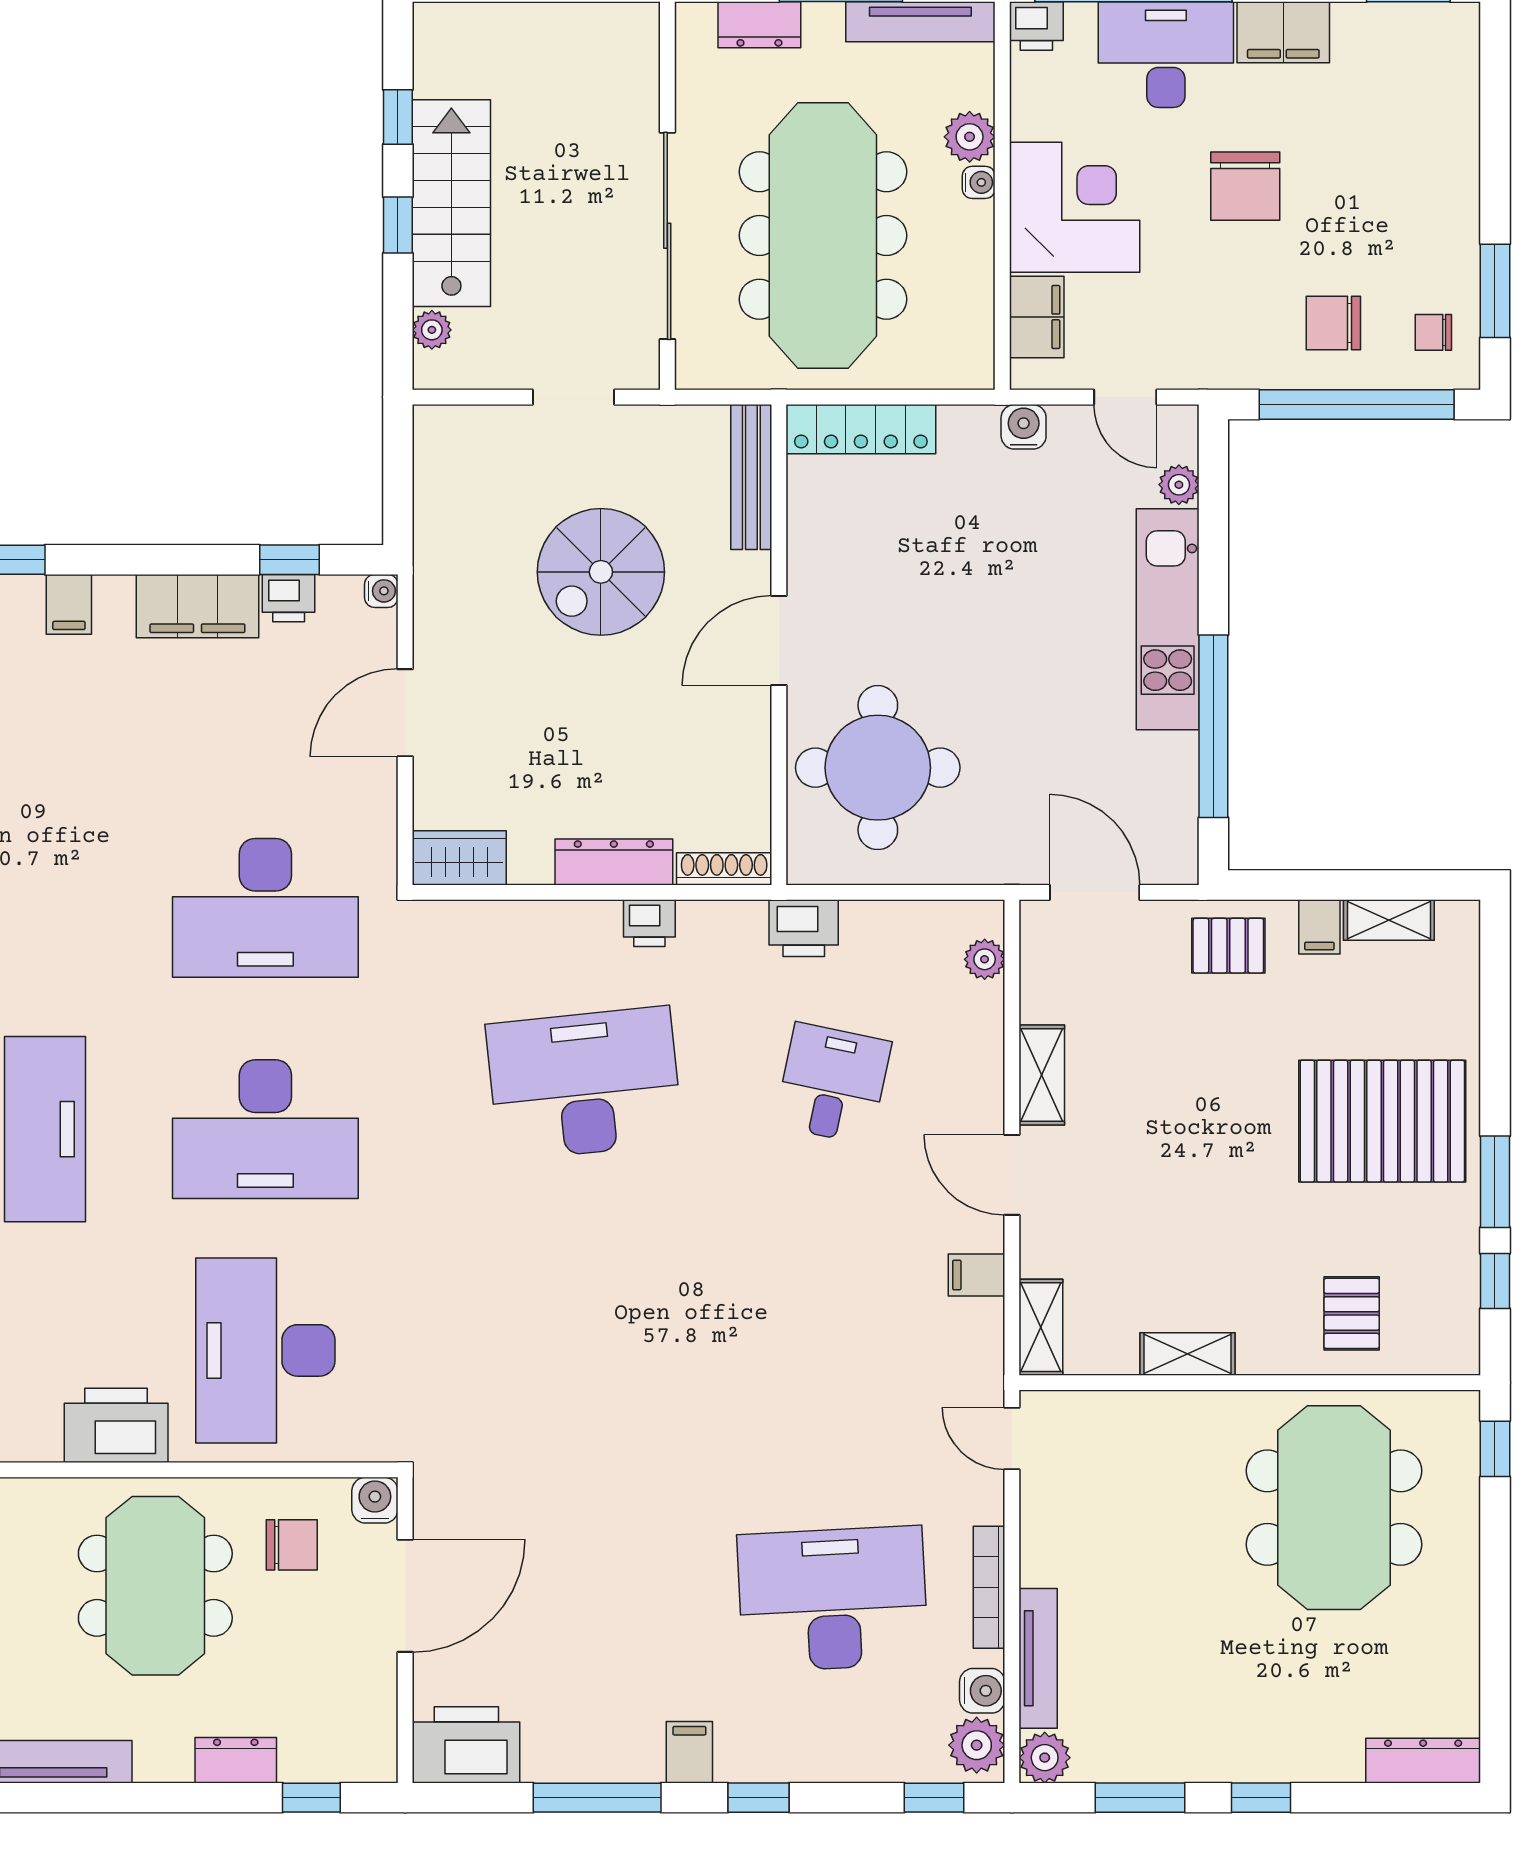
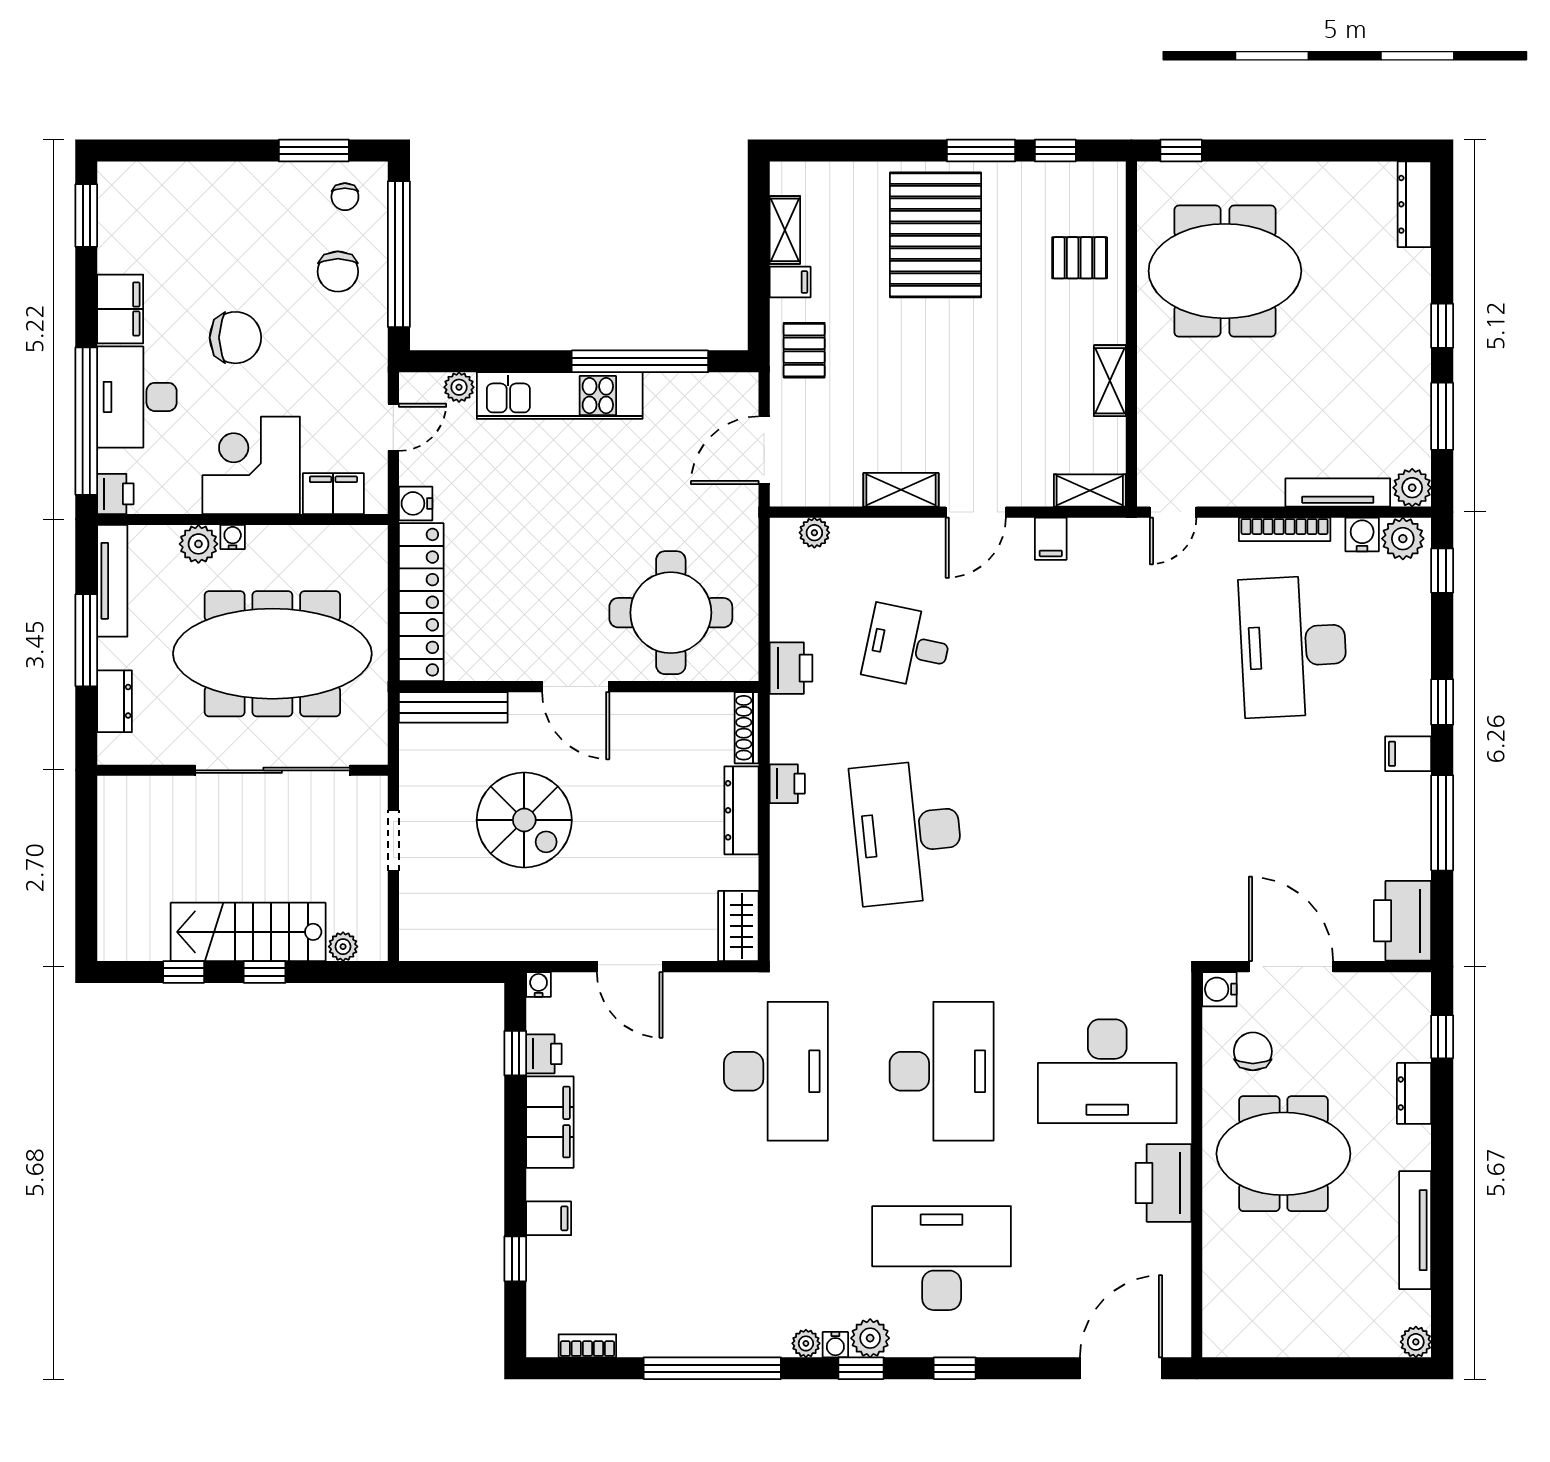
locker: (861, 429) -> (421, 602), width x1.41, depth x1.21

